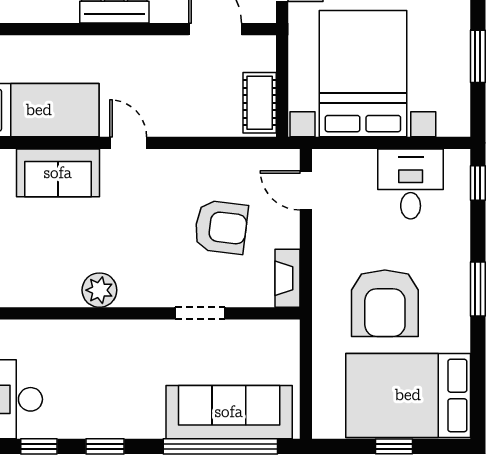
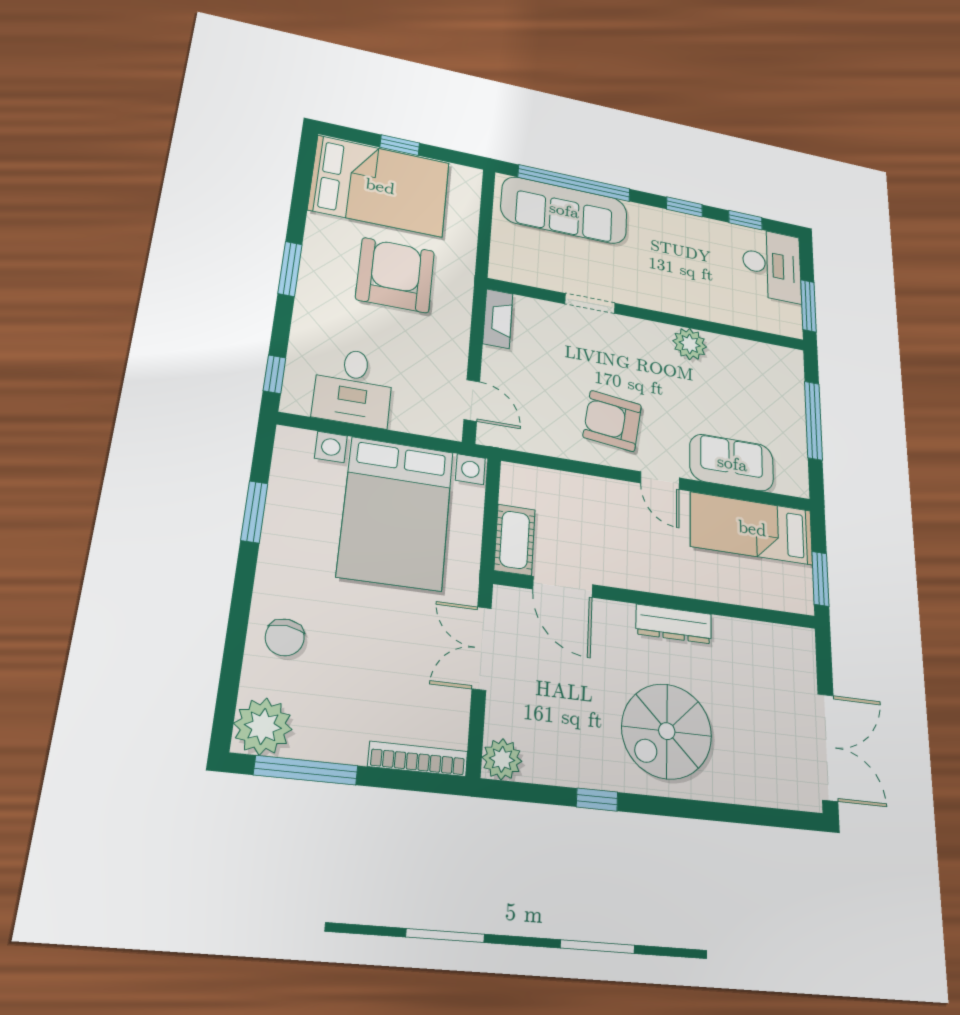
cot: (260, 103) -> (515, 540), moved
armchair: (221, 227) -> (612, 421), moved

